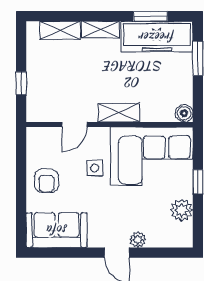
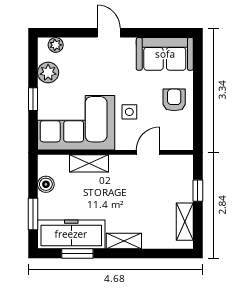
shelving: (60, 30) -> (185, 222), moved, turned 90
shelving: (119, 113) -> (89, 163), moved
boiler: (184, 113) -> (46, 184), moved
plant: (138, 240) -> (56, 45), moved

